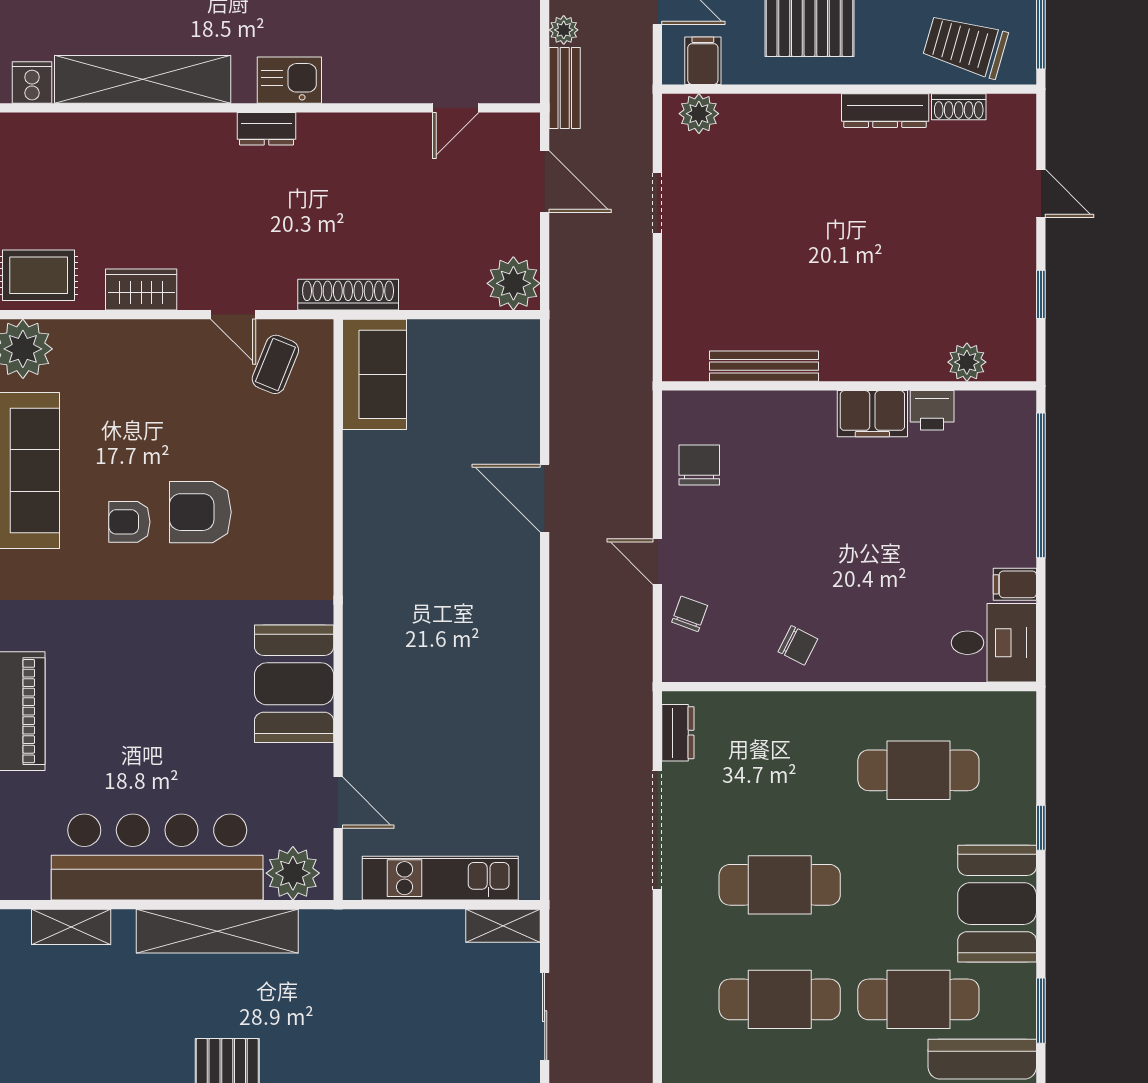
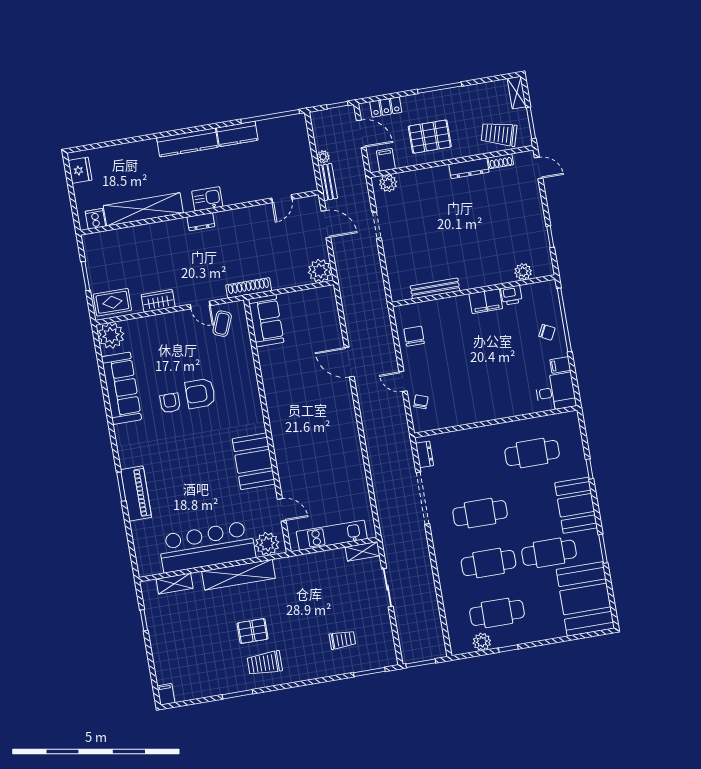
door: (1041, 193) -> (539, 168), moved
armchair: (129, 522) -> (170, 403), turned 90
chair: (798, 645) -> (547, 332), moved

